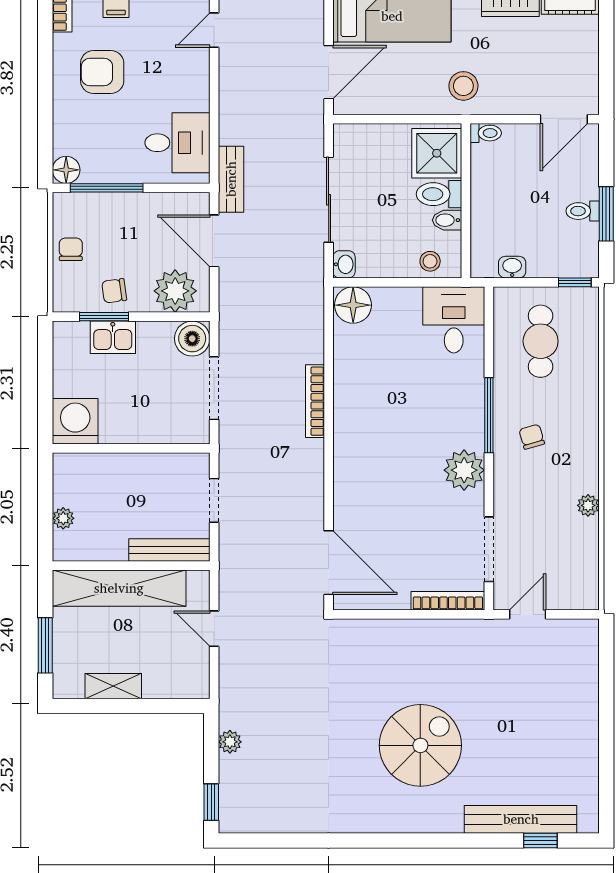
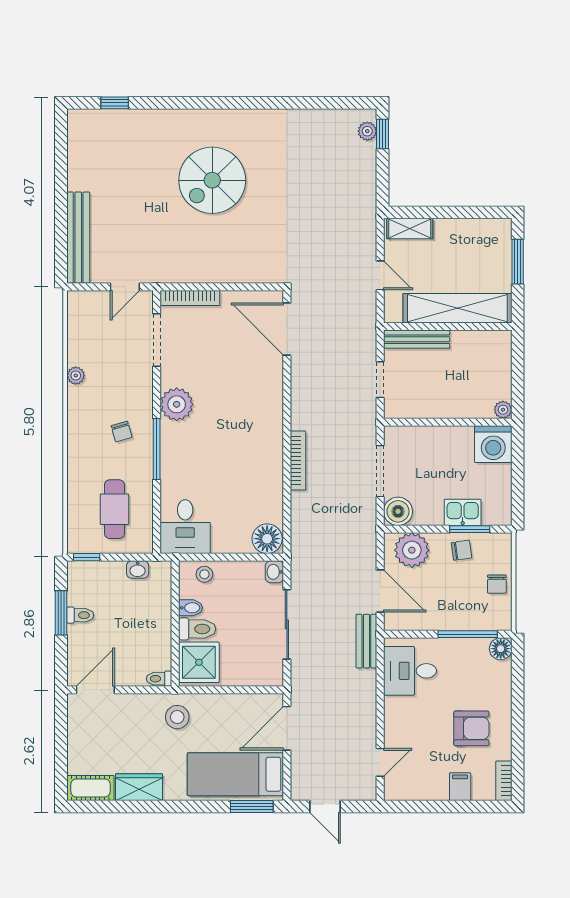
plant: (63, 518) -> (503, 410), moved
shelving: (113, 686) -> (410, 228), moved
plant: (230, 742) -> (367, 131), moved
bench: (521, 819) -> (78, 238), moved, turned 90

